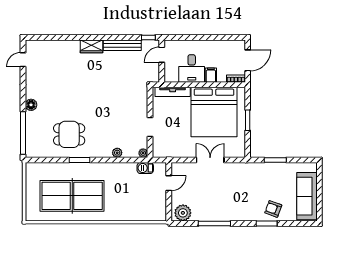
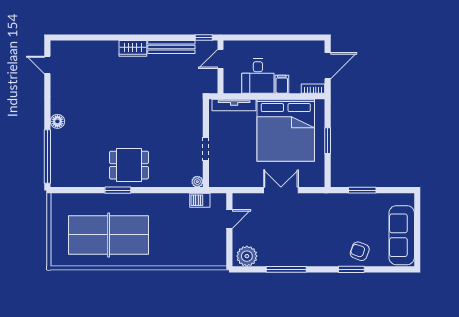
door: (23, 60) -> (47, 65), hinge flipped
dining table: (69, 134) -> (129, 165), moved
plant: (117, 153) -> (165, 181), removed

